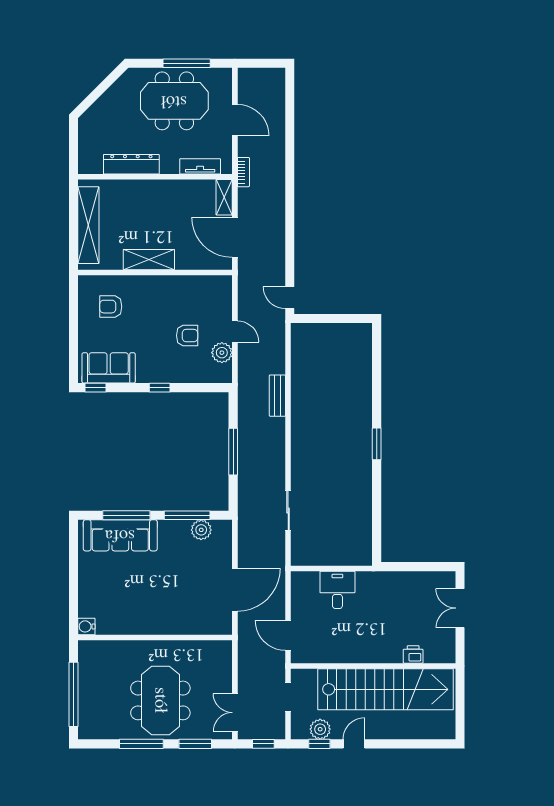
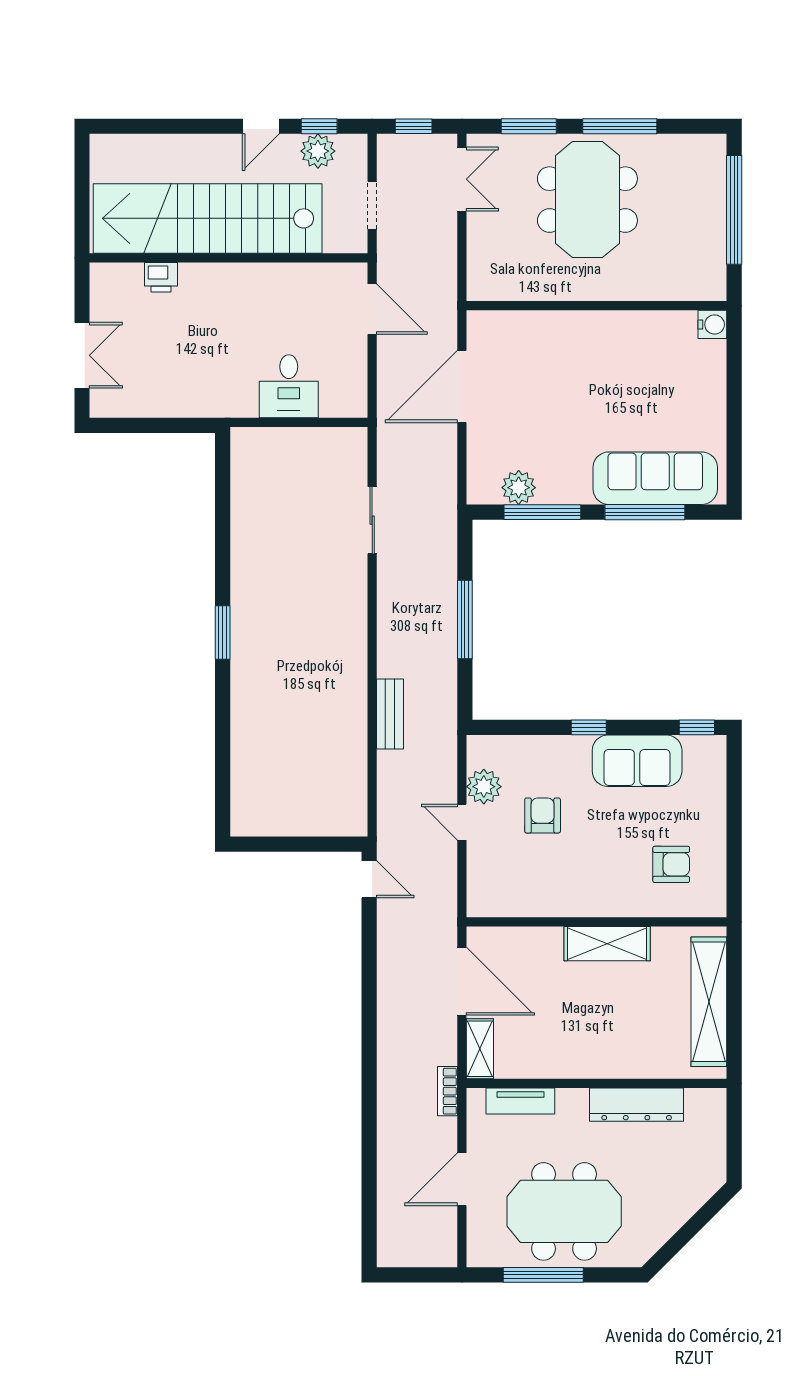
door: (235, 120) -> (462, 1179), hinge flipped
armchair: (187, 336) -> (543, 815), turned 90
sofa: (109, 368) -> (637, 761), moved

